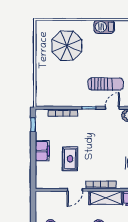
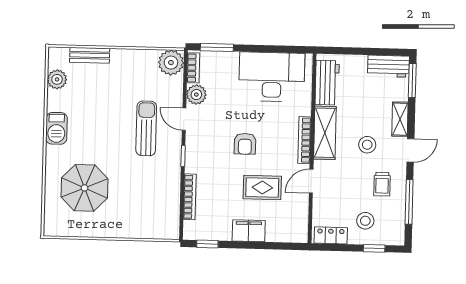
armchair: (98, 147) -> (245, 144), added
door: (75, 190) -> (311, 181), swing flipped
locker: (41, 203) -> (331, 235), added

